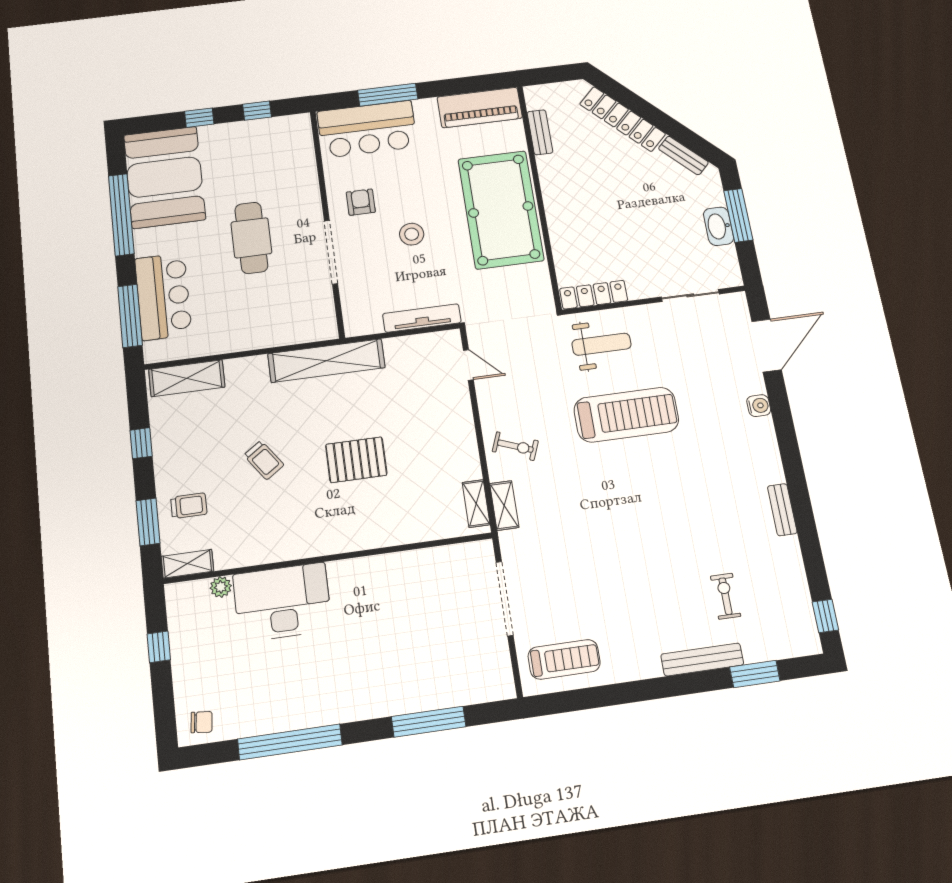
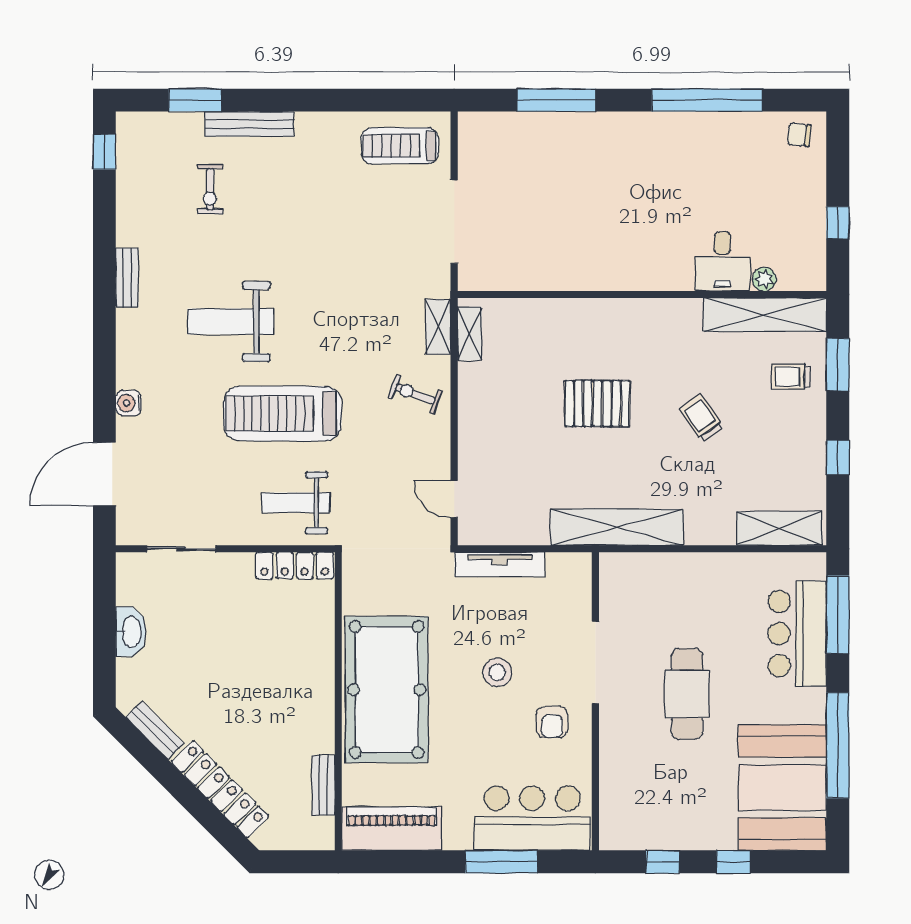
window: (738, 215) -> (104, 643), removed
weight bench: (685, 485) -> (231, 321), added
shelving: (187, 564) -> (765, 315), width x2.20, depth x1.33
desk: (282, 602) -> (722, 261), width x0.53, depth x0.77

